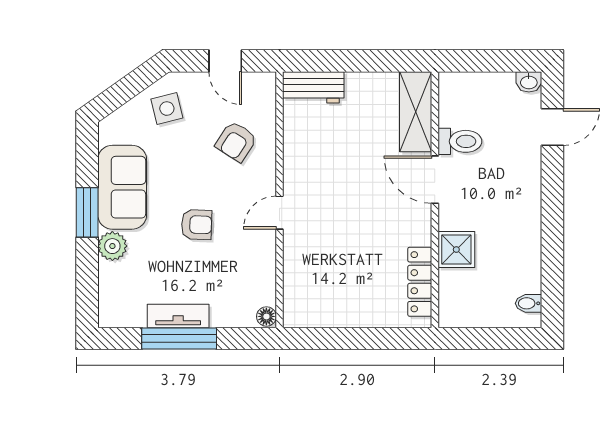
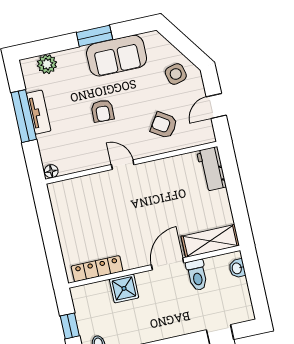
washbasin: (529, 82) -> (237, 268), moved
plant: (112, 246) -> (47, 64), moved
window: (493, 338) -> (70, 326), added

